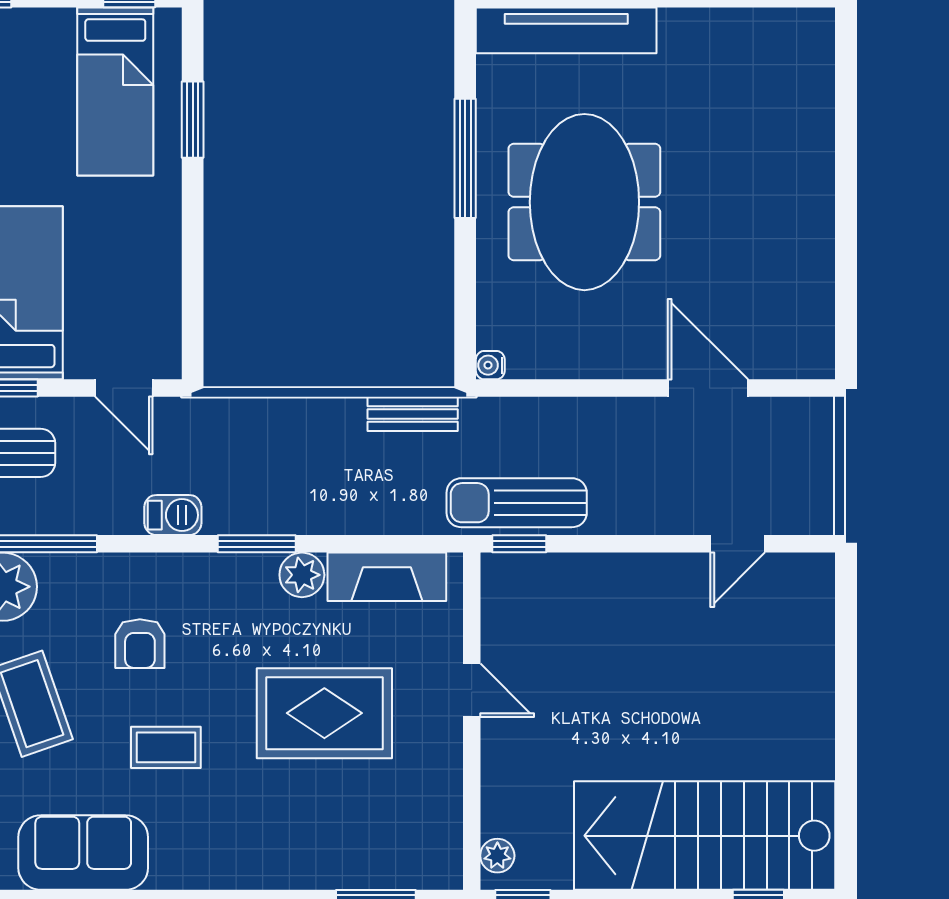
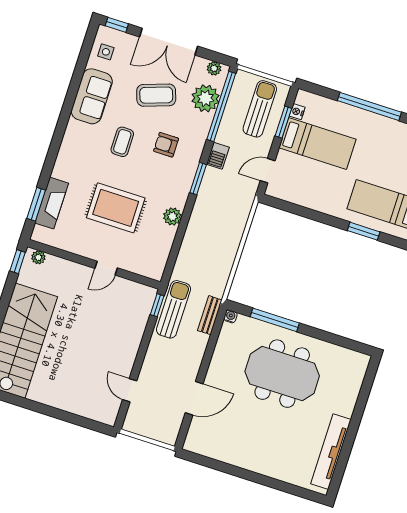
tv unit: (566, 30) -> (331, 452), moved
window: (465, 158) -> (275, 320), moved
bench: (413, 414) -> (210, 315), moved
barbecue: (173, 515) -> (218, 156), moved
window: (257, 544) -> (198, 179), moved
fireplace: (387, 577) -> (52, 203), moved, turned 180
rug: (324, 713) -> (116, 208), turned 90

